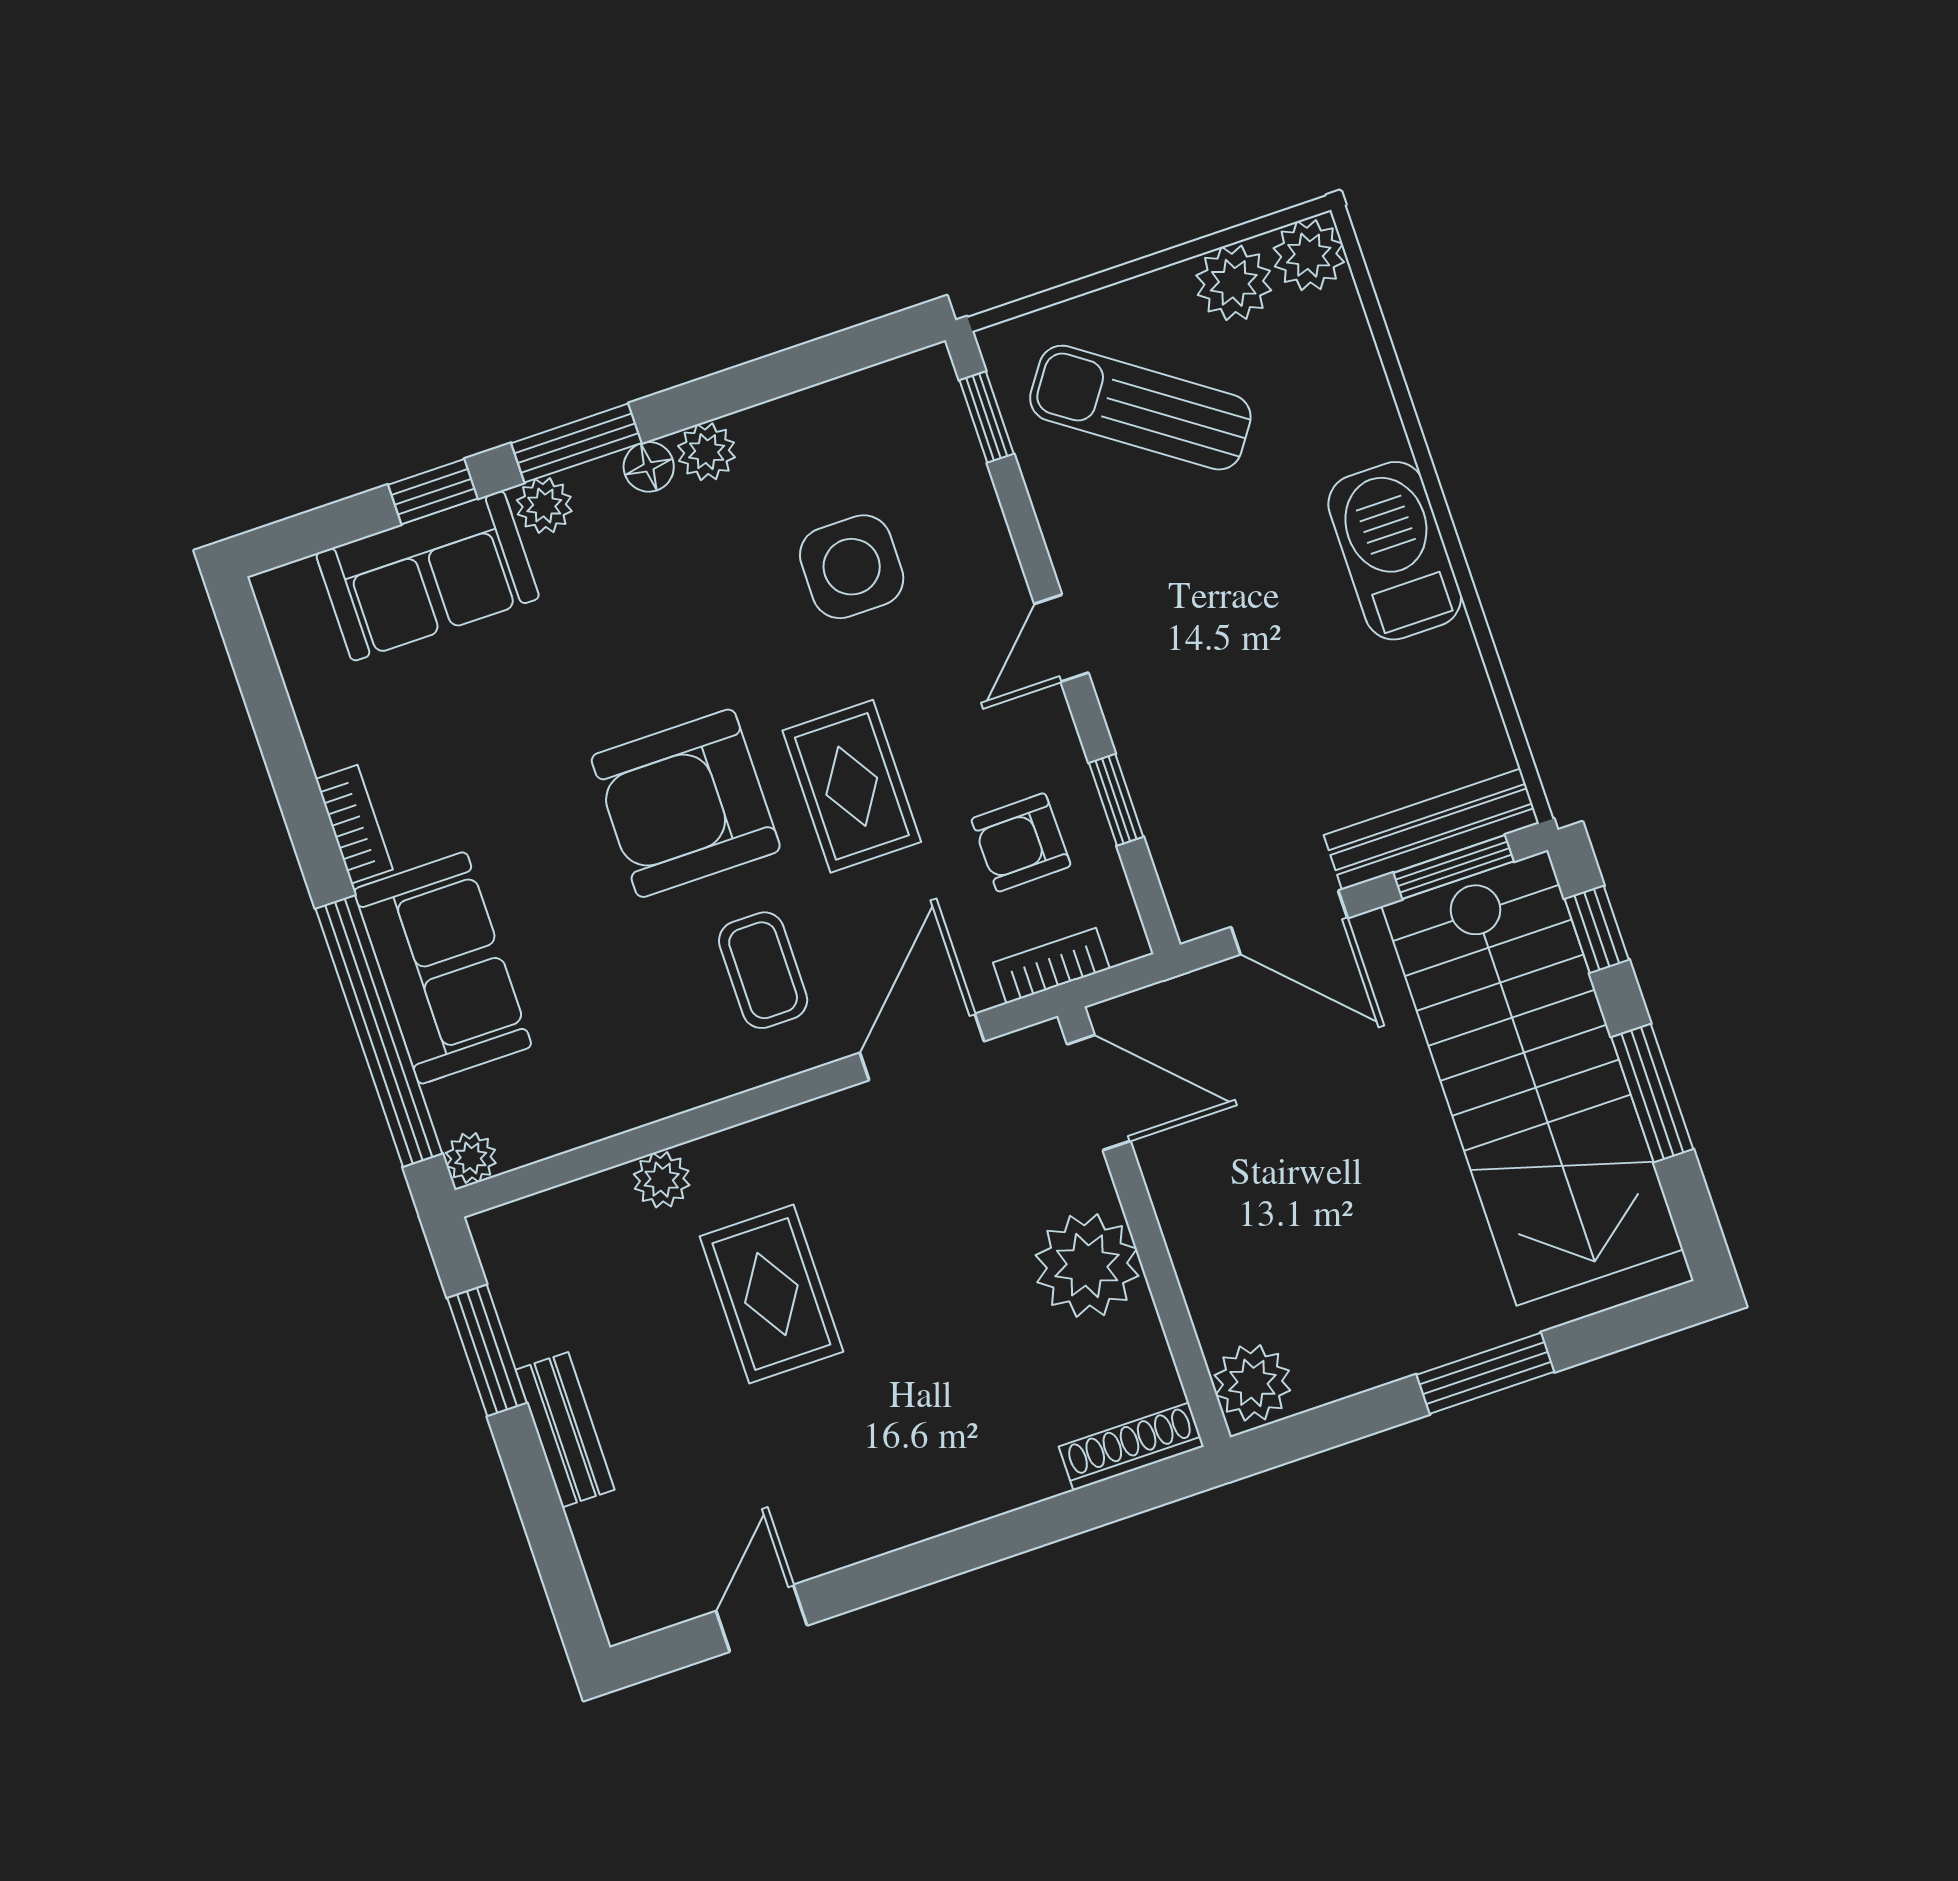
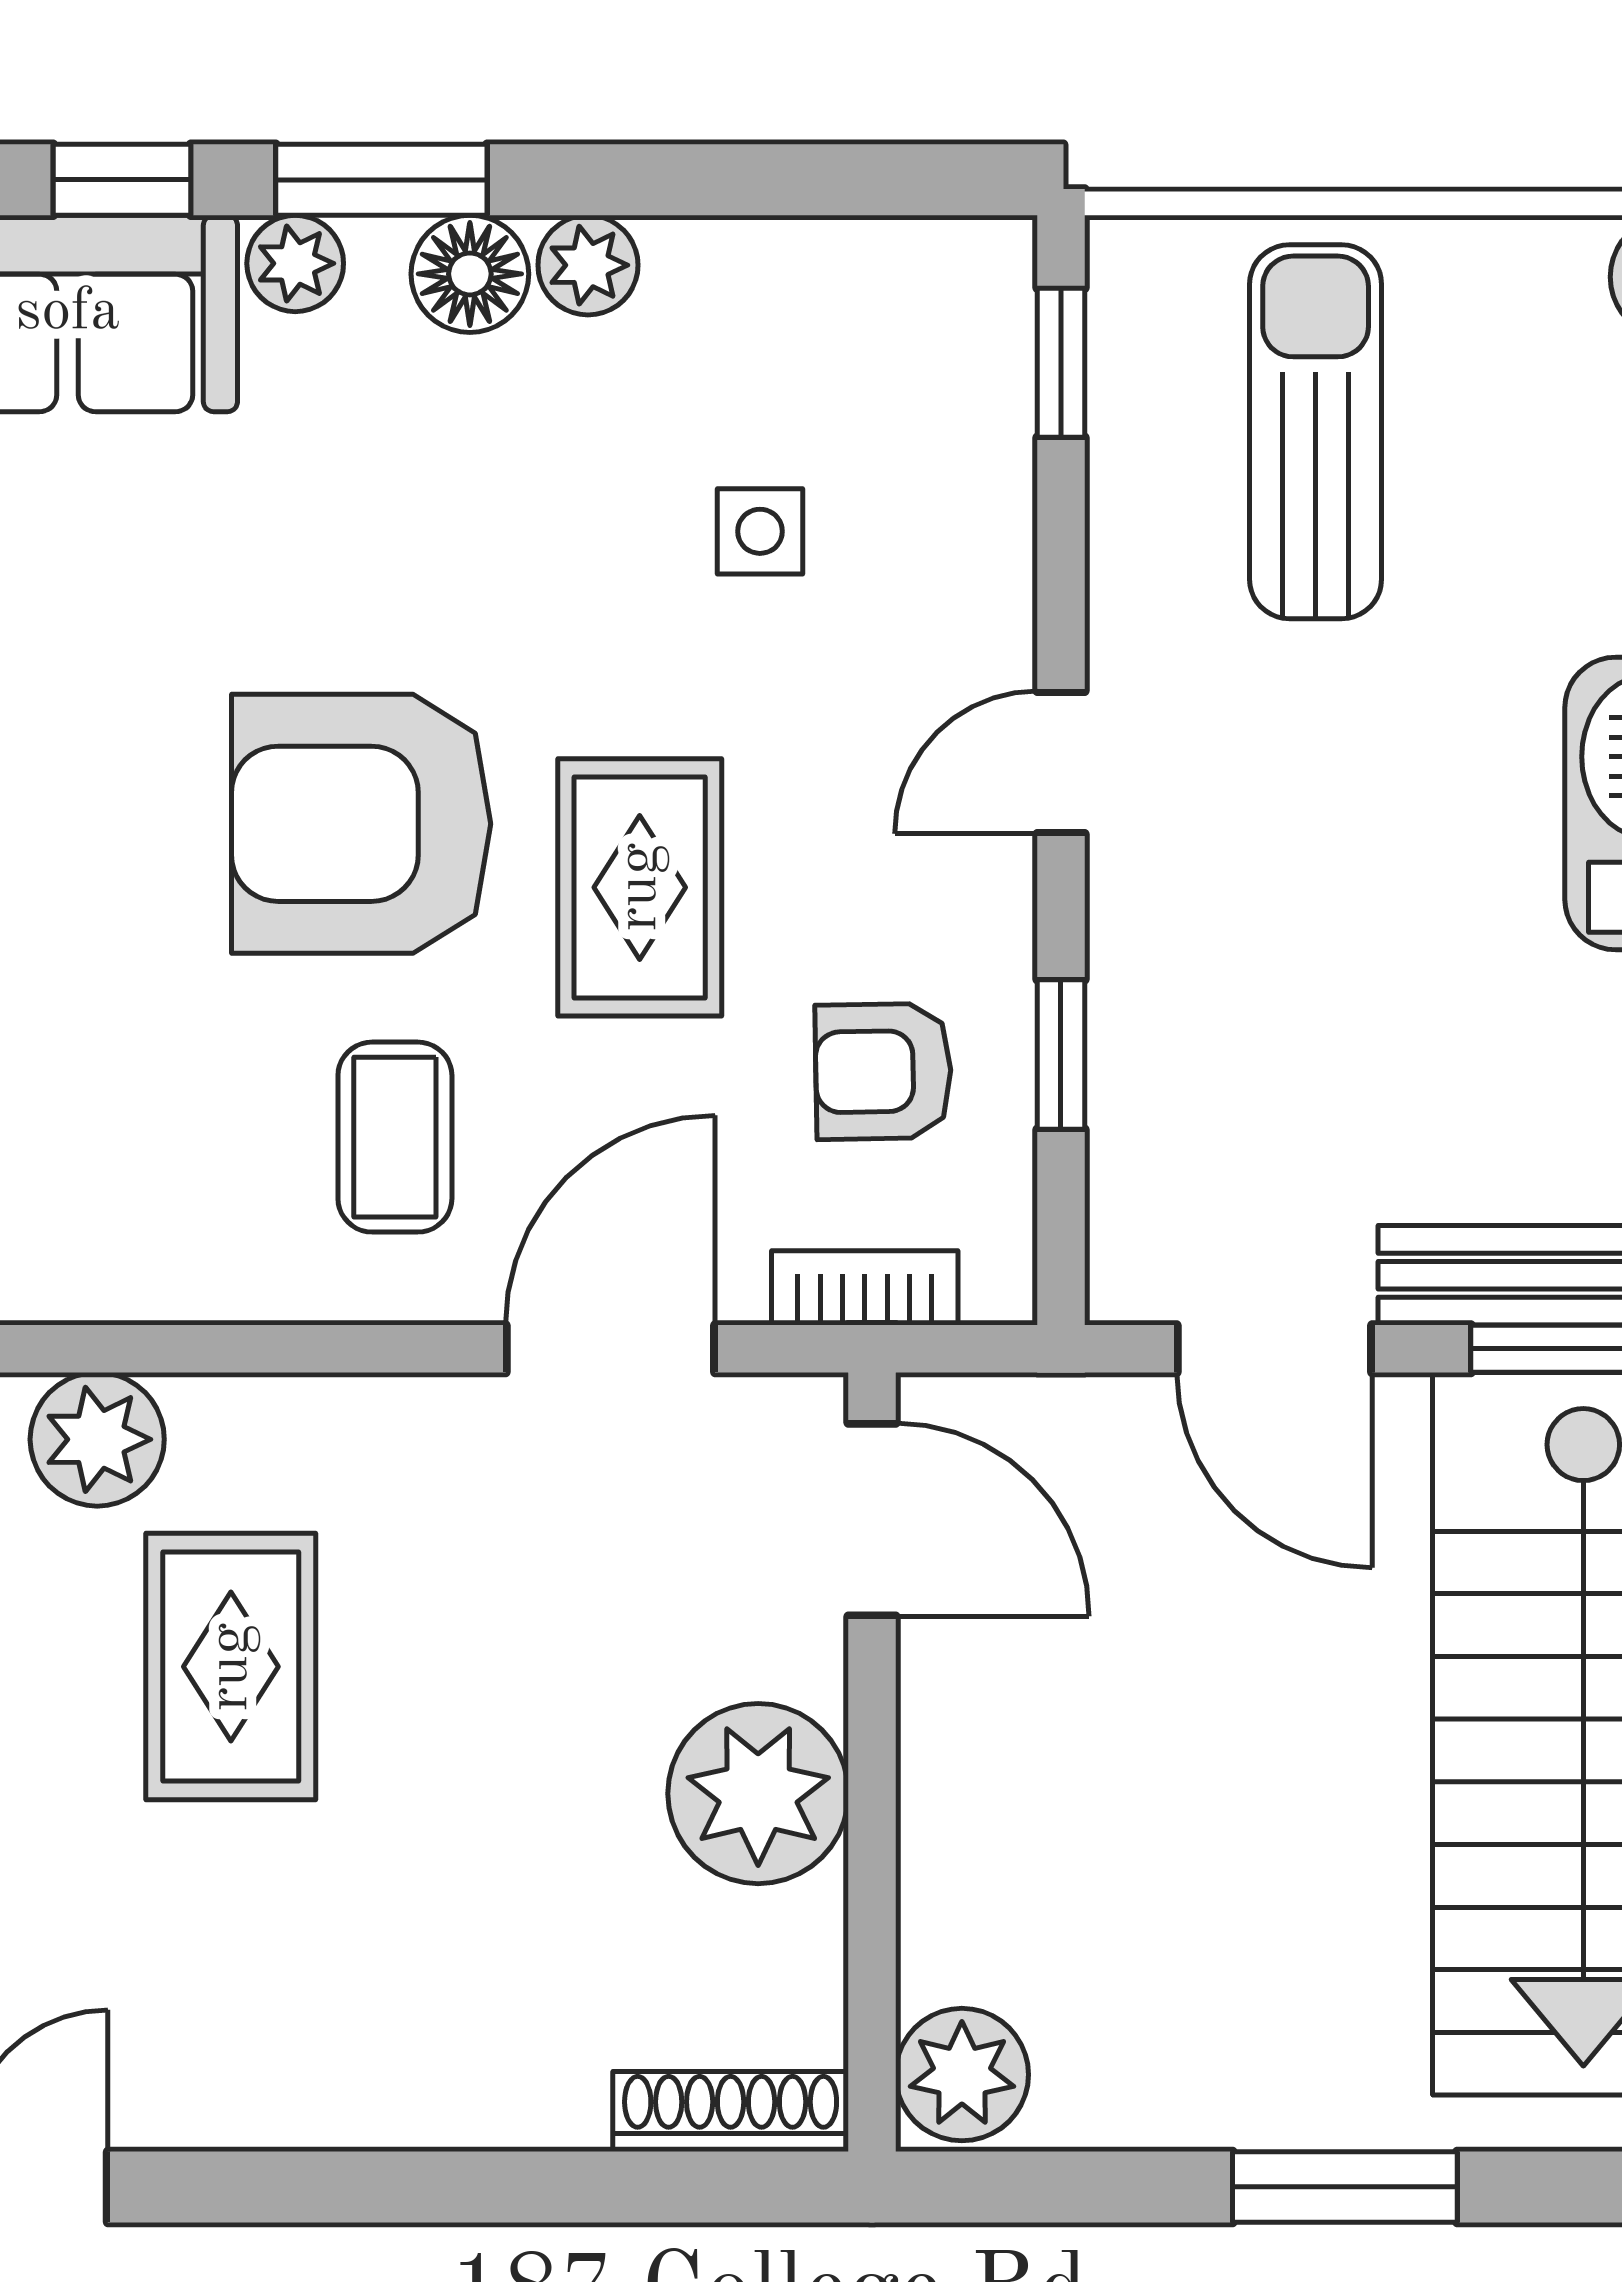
plant: (1234, 283) -> (1535, 281), removed
sun lounger: (1140, 408) -> (1316, 432), turned 55
floor lamp: (649, 467) -> (470, 274), width x1.37, depth x1.37
side table: (852, 567) -> (760, 531), width x0.54, depth x0.54
plant: (662, 1180) -> (97, 1439), width x1.38, depth x1.38

